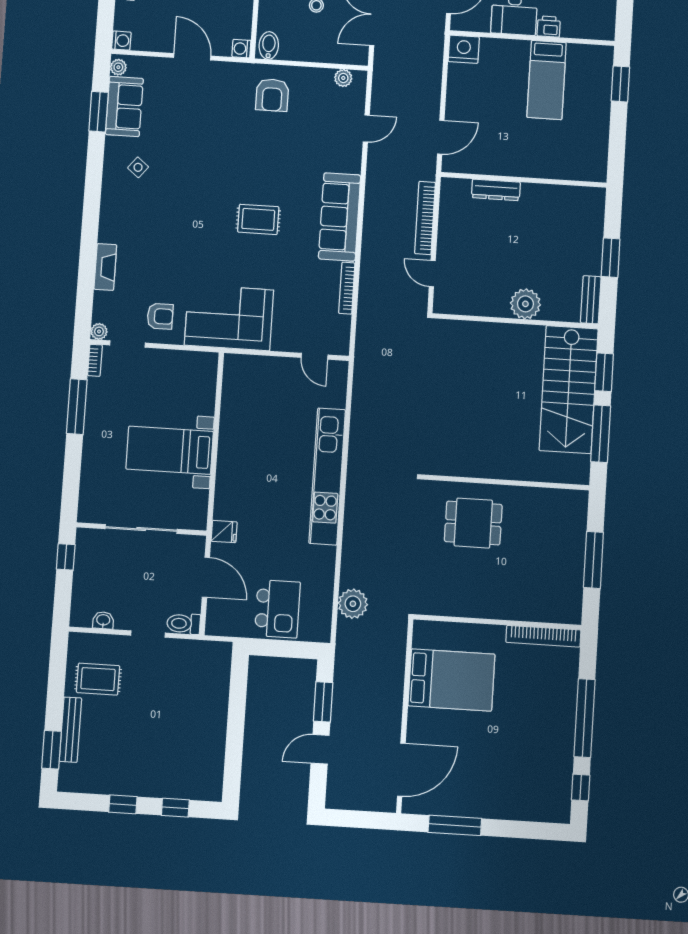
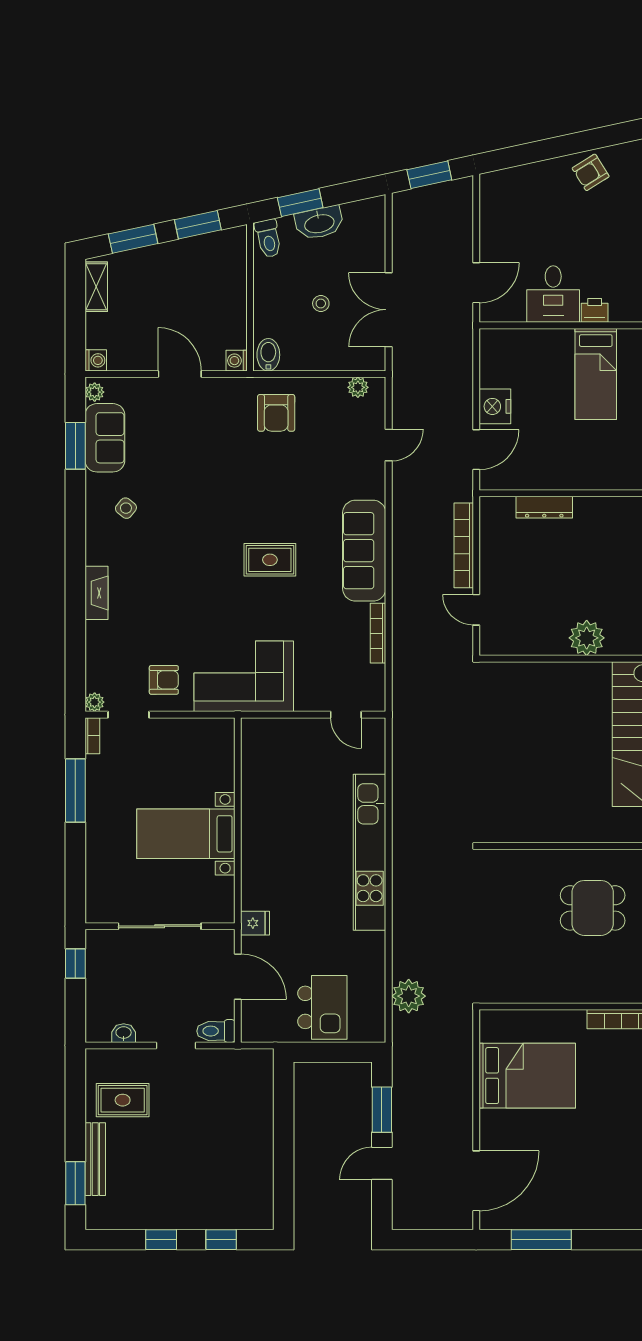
nightstand: (464, 49) -> (495, 406), moved, turned -90
fireplace: (105, 267) -> (96, 593), moved
dining table: (473, 523) -> (593, 908), moved

